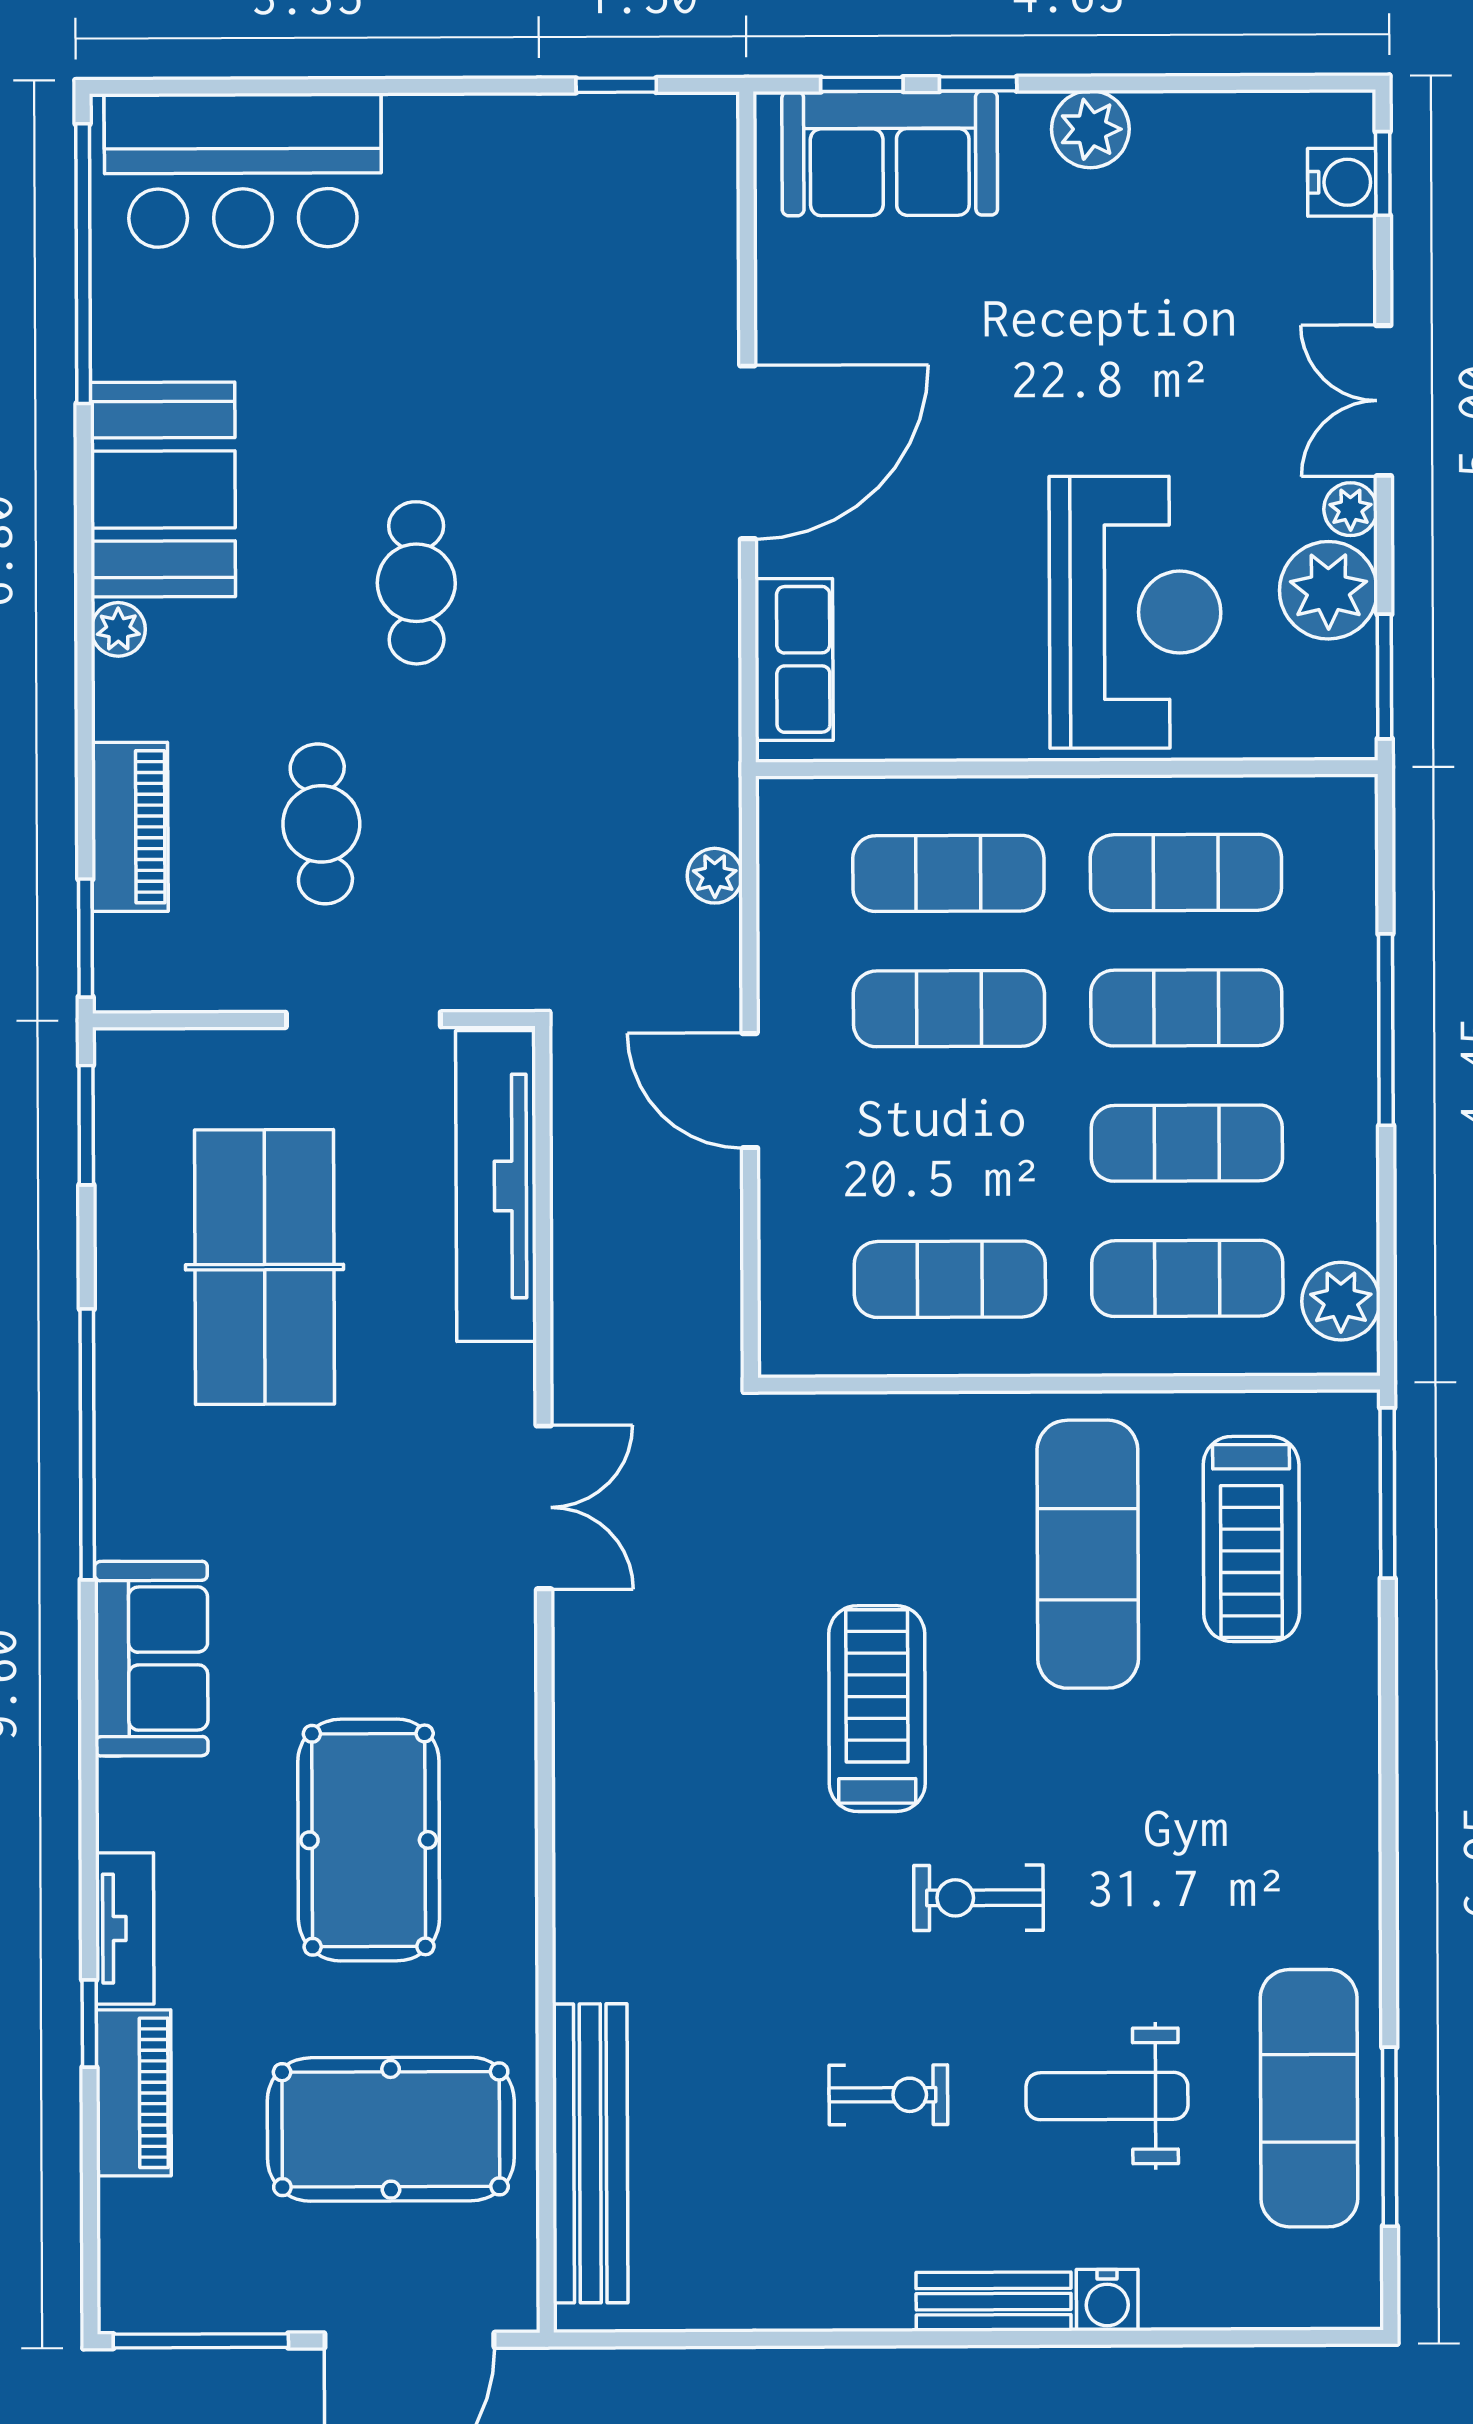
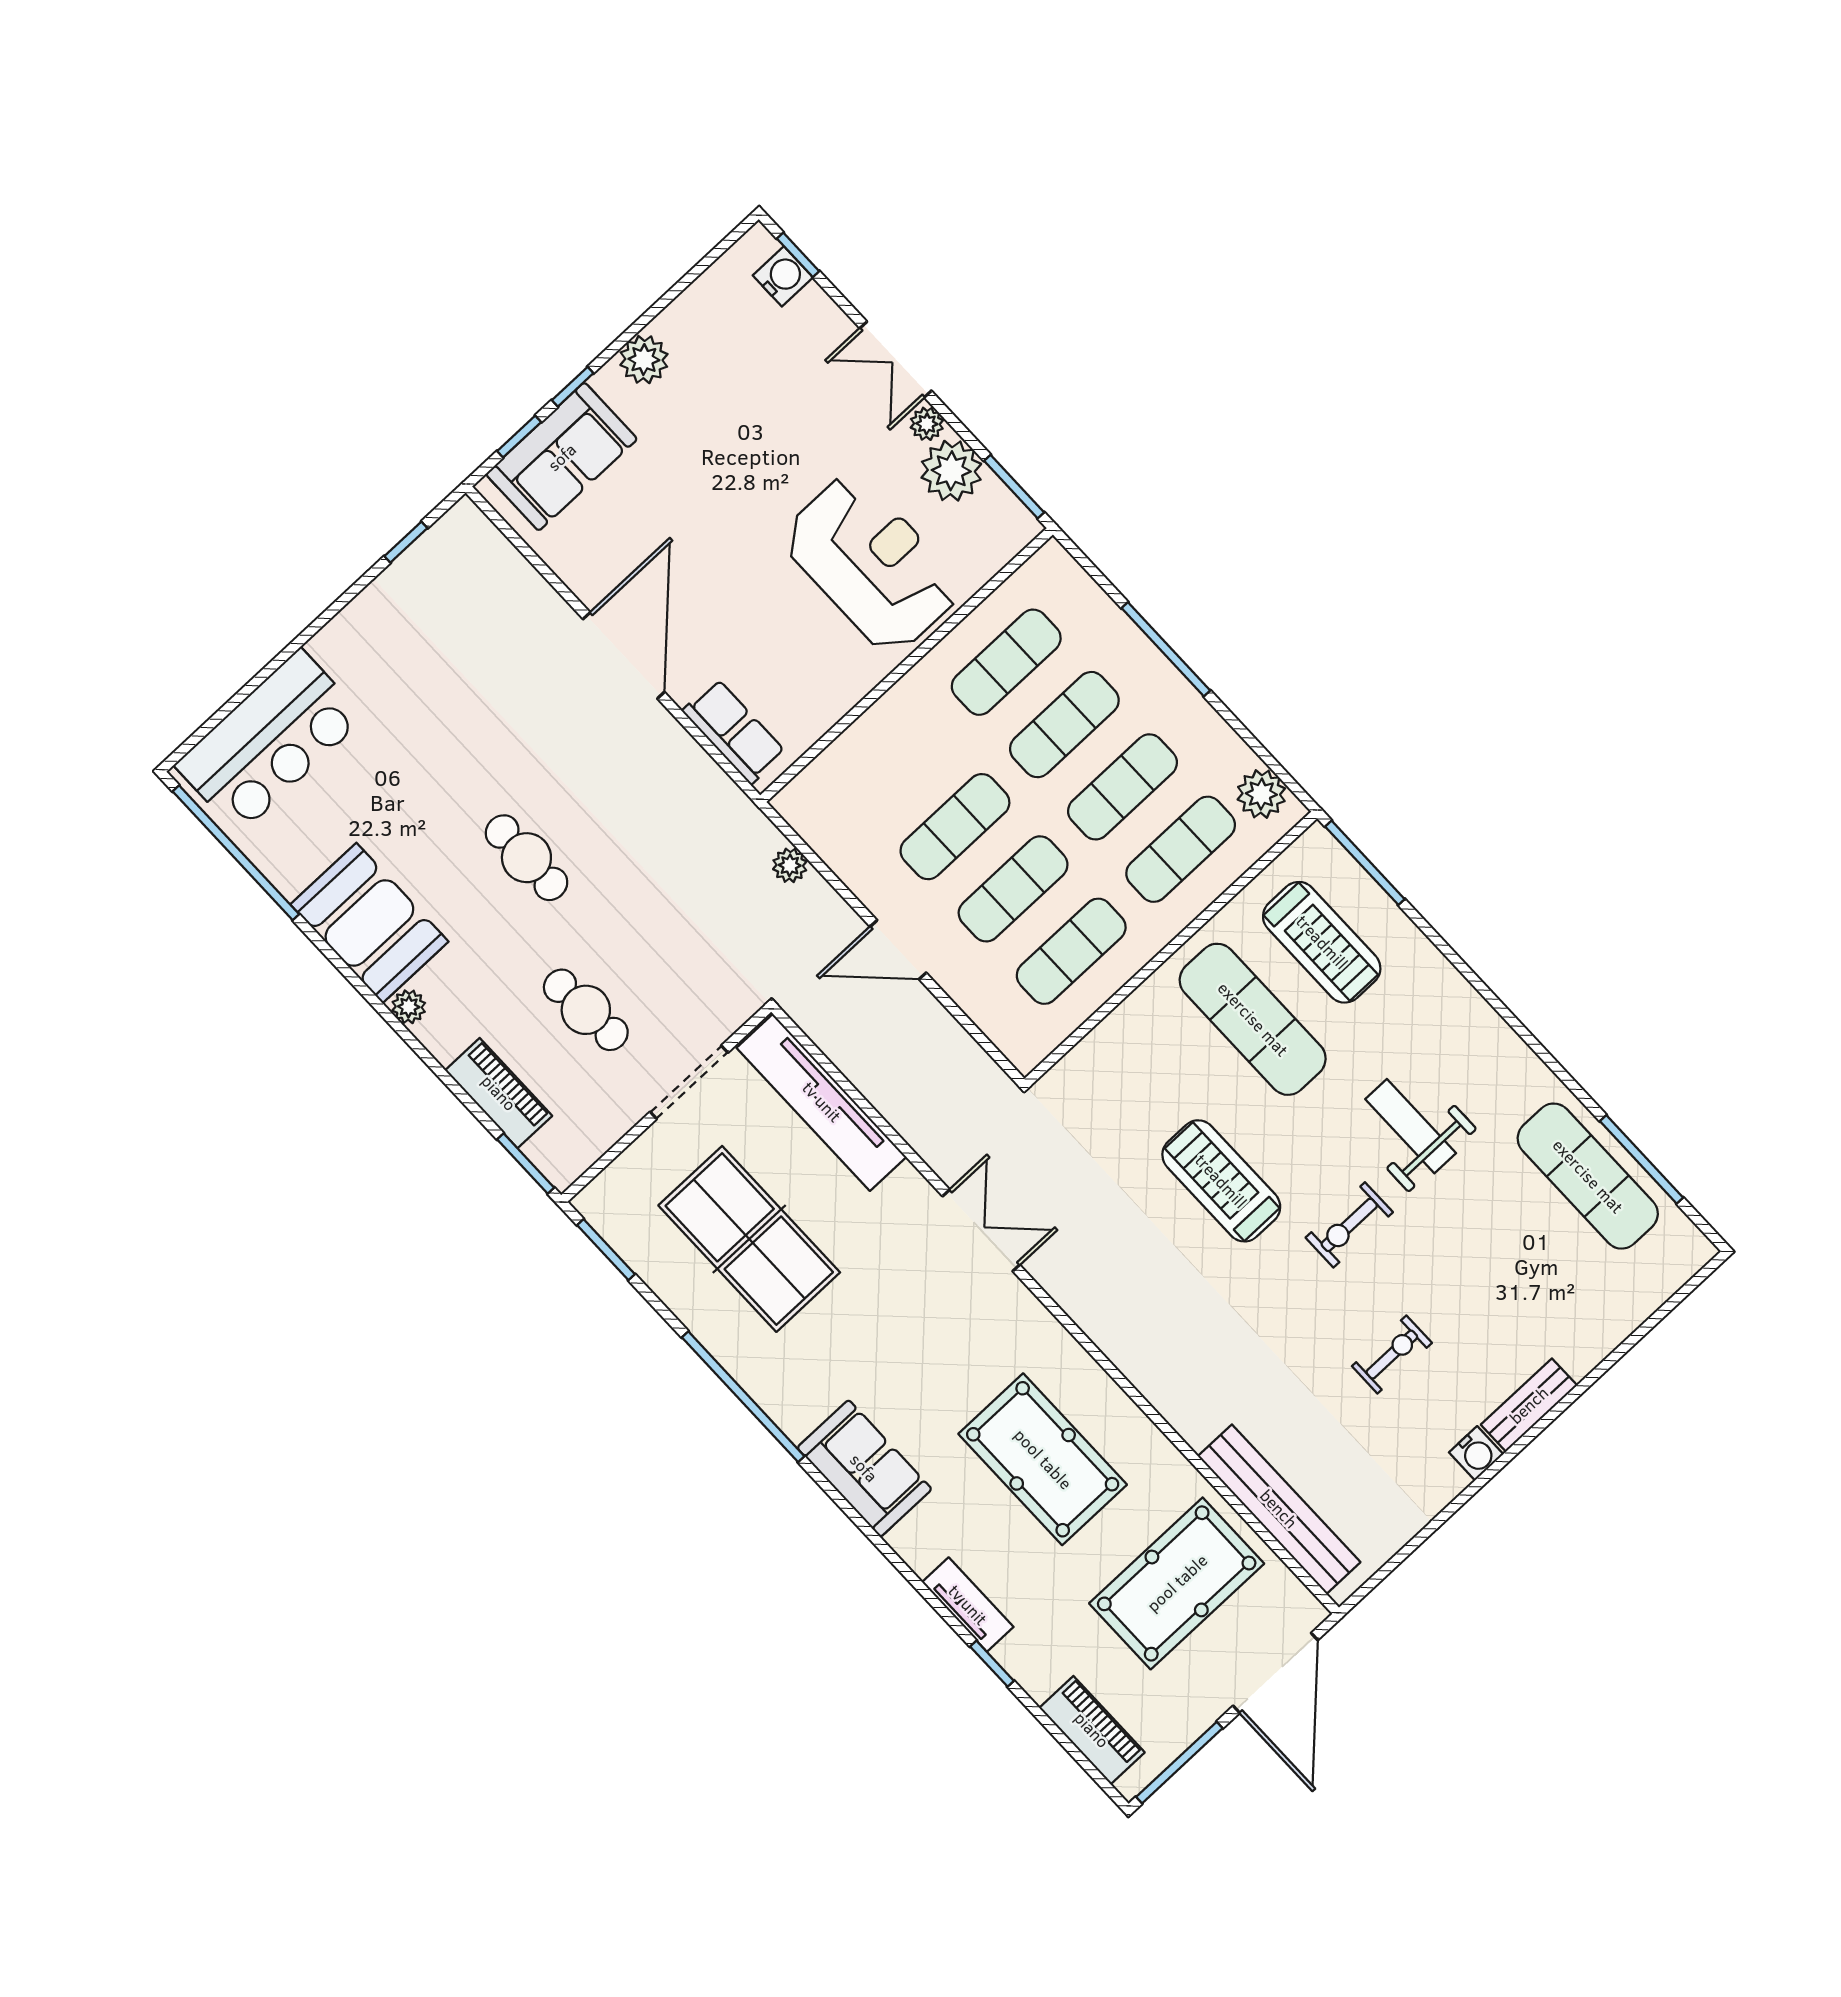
exercise mat: (948, 873) -> (1013, 889), moved
piano: (134, 2093) -> (1092, 1730), moved
weight bench: (1107, 2096) -> (1411, 1126), moved, turned 90
water cooler: (1107, 2300) -> (1476, 1453), moved

